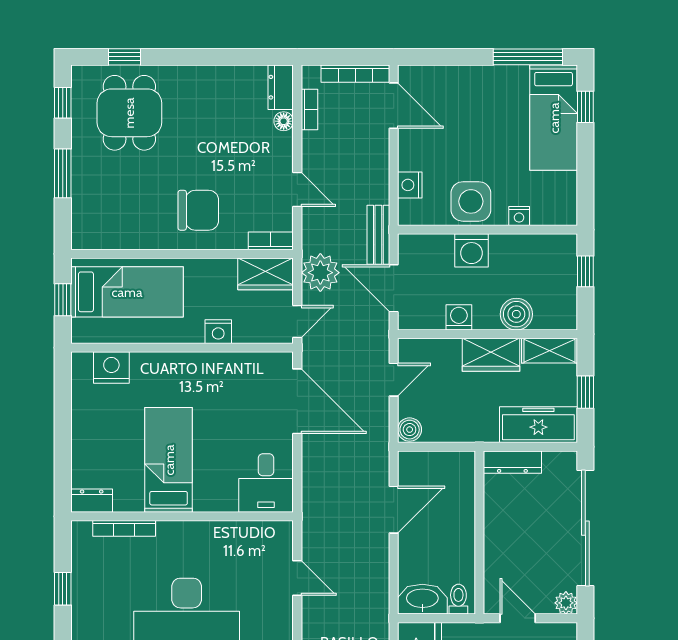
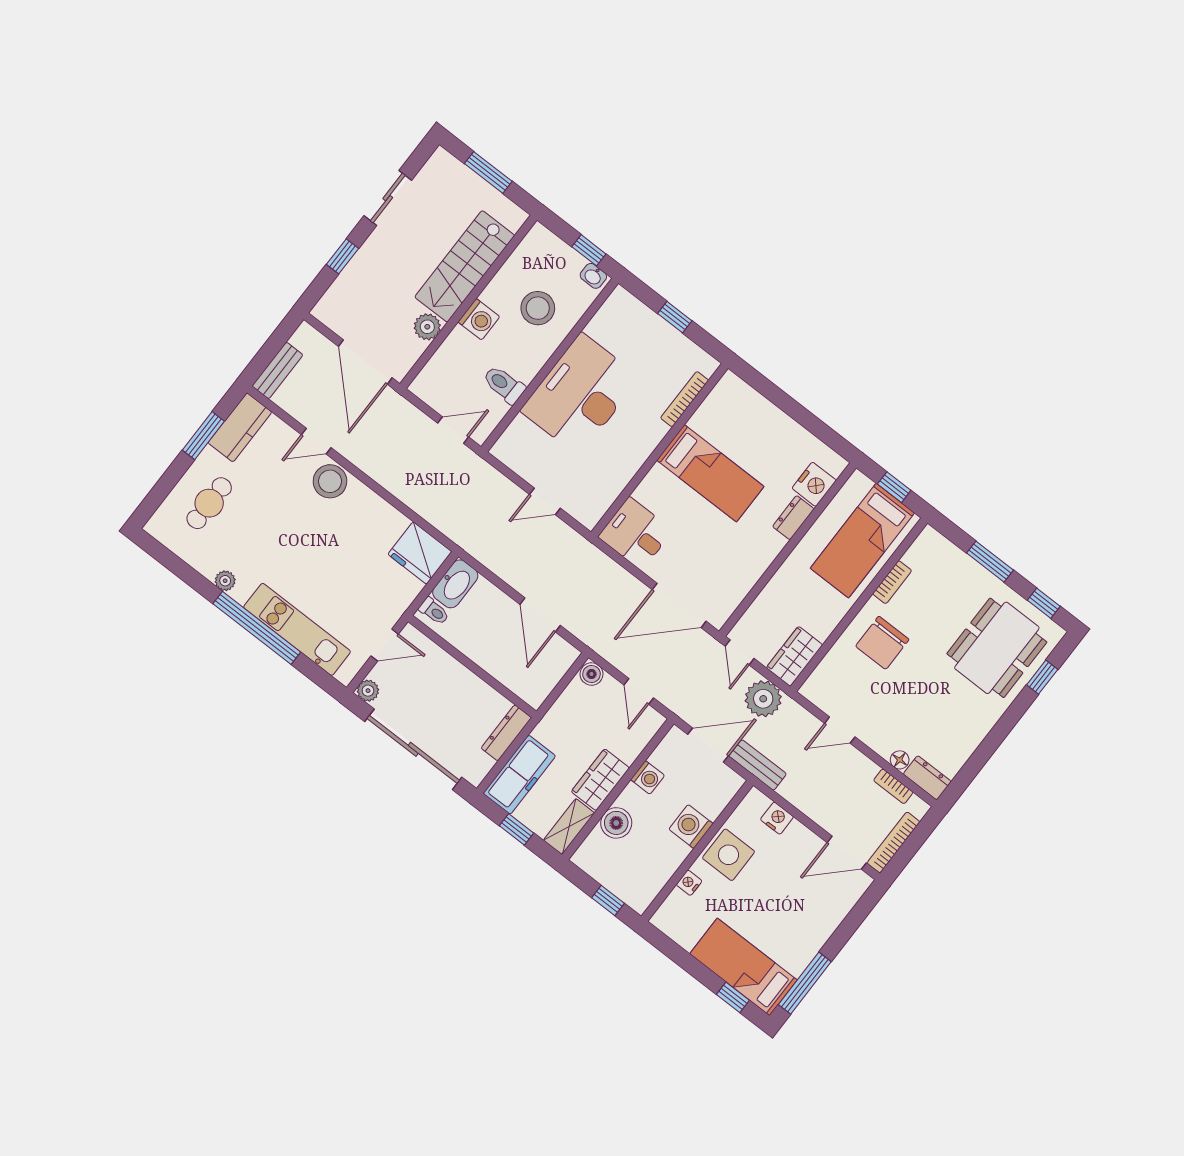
dining table: (129, 113) -> (997, 648), width x1.38
bookcase: (271, 241) -> (892, 582), moved
nightstand: (218, 332) -> (779, 586), removed
dresser: (92, 501) -> (793, 518), moved, turned 180

